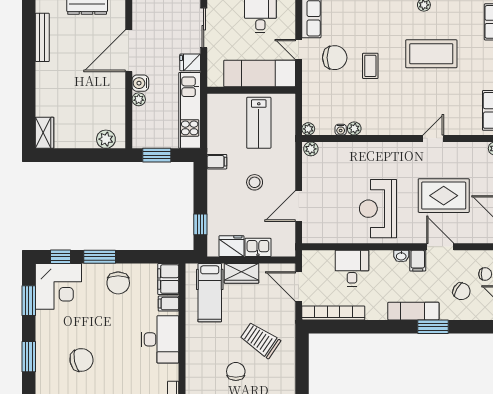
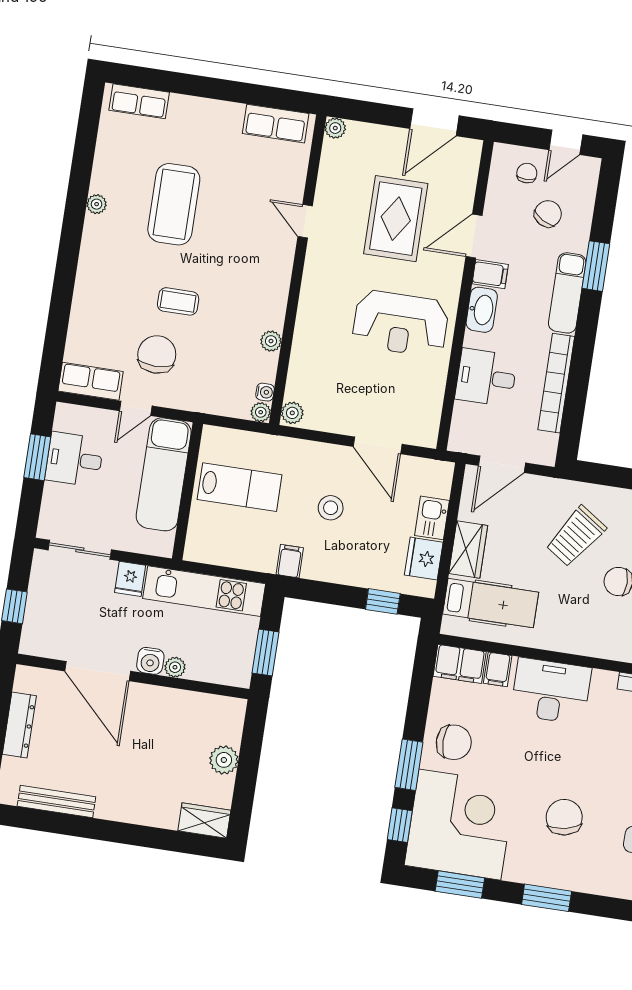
water cooler: (341, 130) -> (265, 392), moved
plant: (106, 139) -> (224, 760), moved
washbasin: (401, 256) -> (482, 310), width x1.91, depth x1.45
corner desk: (58, 286) -> (460, 825), width x1.36, depth x1.36
bookcase: (333, 313) -> (556, 383), moved

